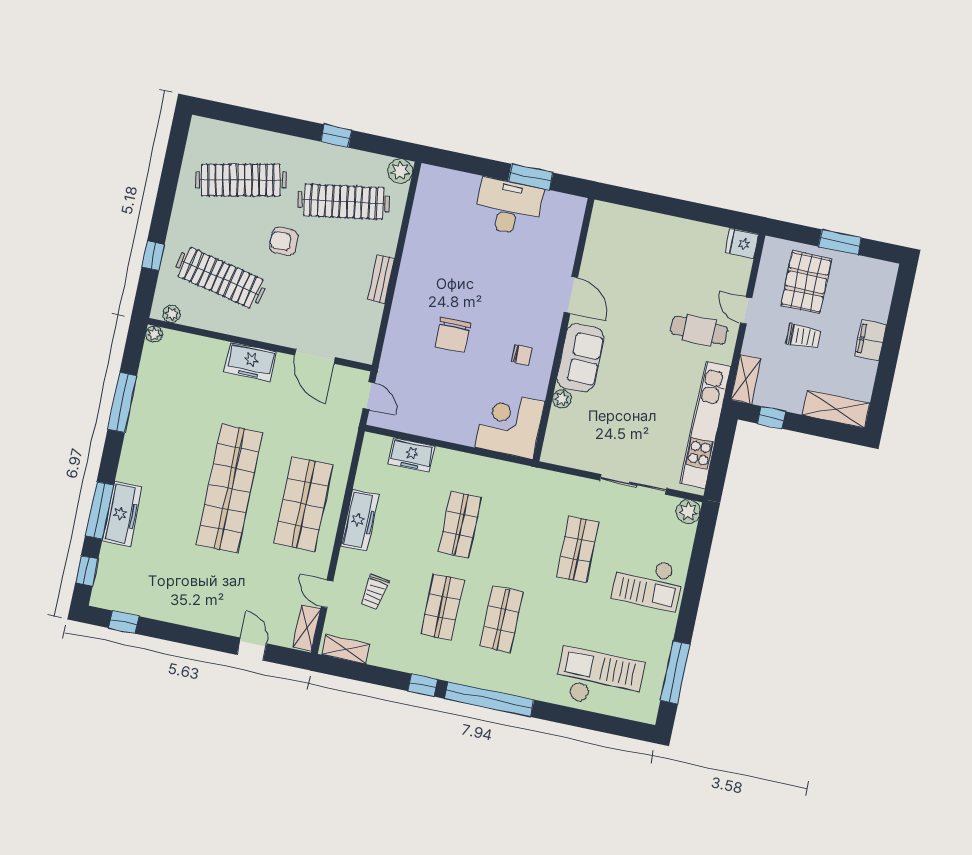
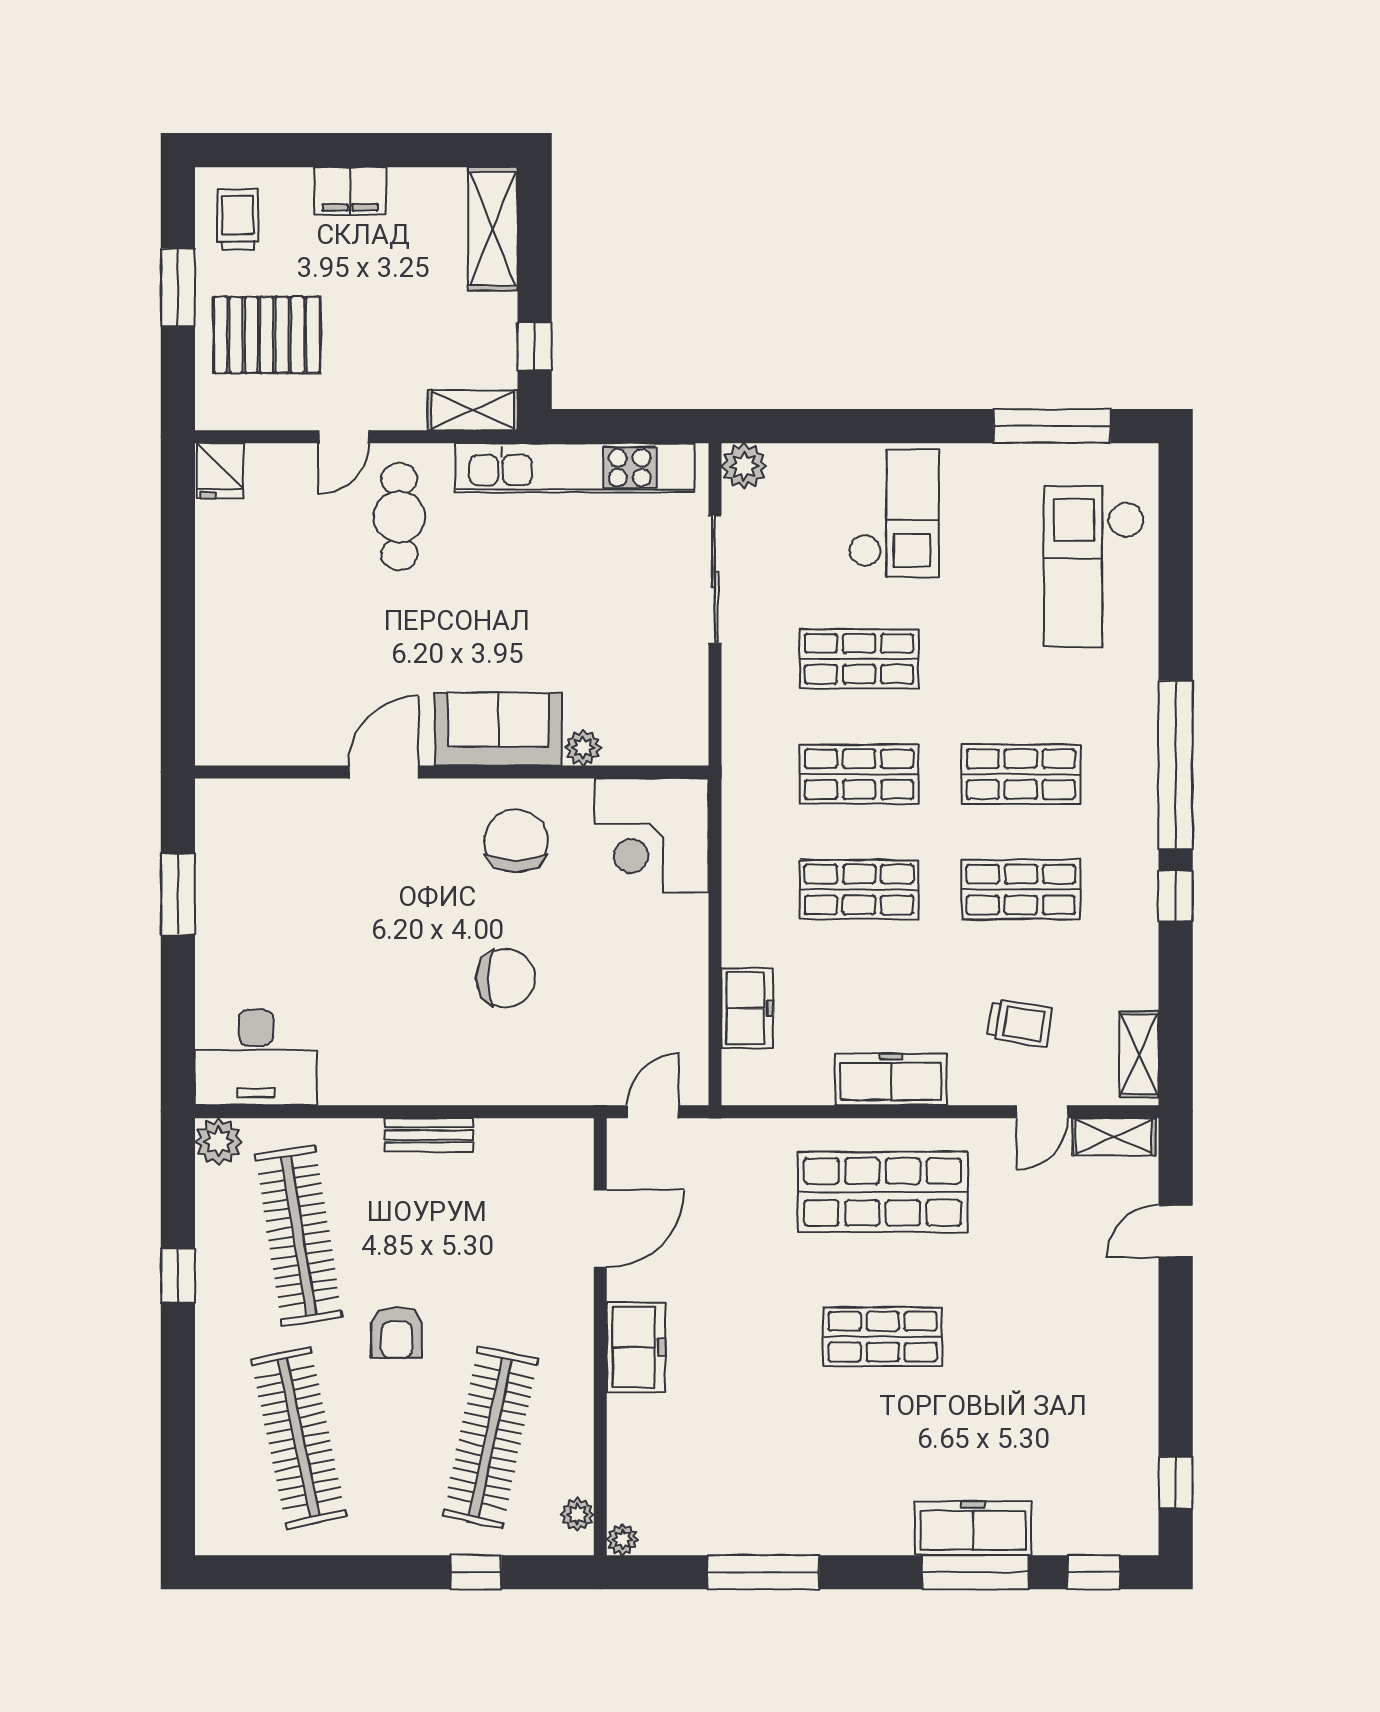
desk: (509, 207) -> (256, 1057), moved, turned -90
trolley: (804, 336) -> (238, 219), moved
chair: (521, 355) -> (516, 841), width x1.87, depth x1.87
shop shelf: (229, 489) -> (883, 1337), width x0.50, depth x0.74
shop shelf: (519, 537) -> (859, 774), added

